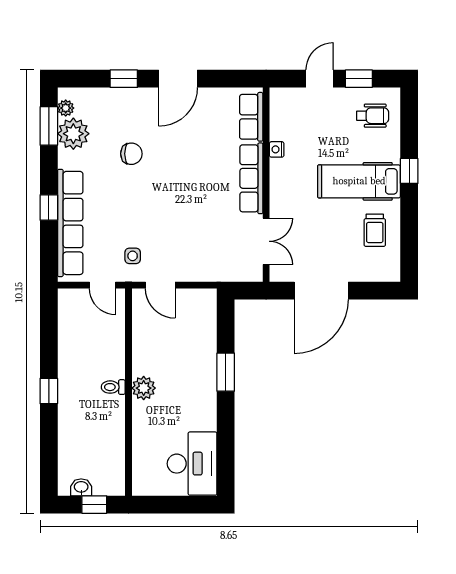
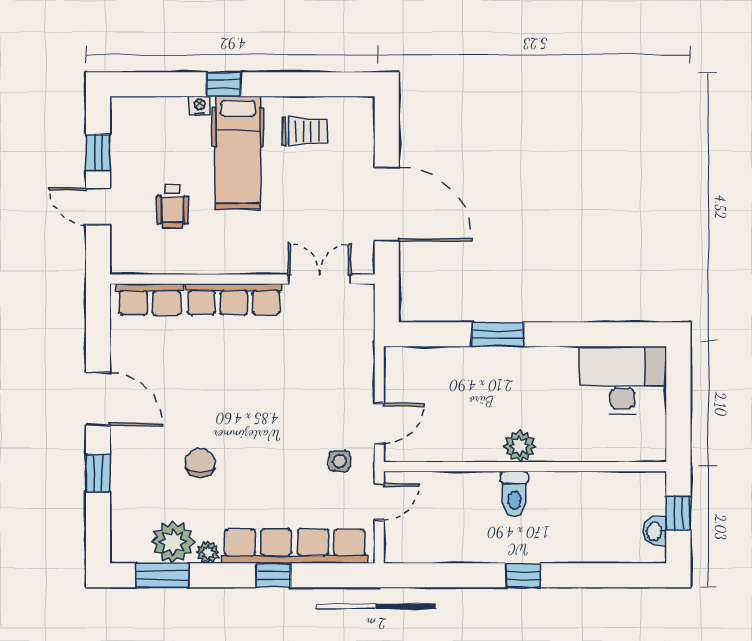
plant: (66, 108) -> (208, 552), moved
wheelchair: (373, 116) -> (172, 206), moved, turned 180
nightstand: (277, 149) -> (200, 106), moved, turned 180
toilet: (113, 387) -> (514, 494), width x1.37, depth x1.39

